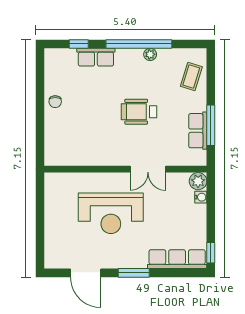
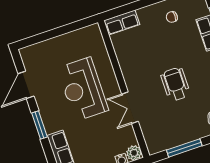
chair: (55, 102) -> (172, 17), moved
row of seats: (198, 131) -> (122, 22), moved, turned 180

